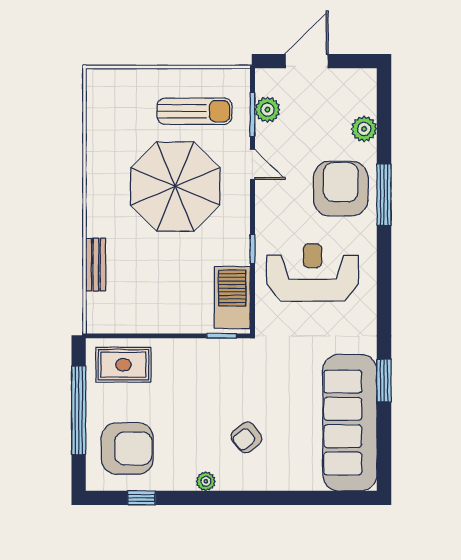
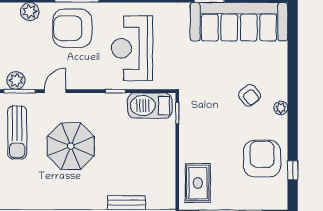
sun lounger: (194, 111) -> (17, 132), turned 180
parasol: (175, 187) -> (71, 146), width x0.73, depth x0.73
armchair: (127, 448) -> (262, 159), moved
plant: (206, 481) -> (281, 108), moved

